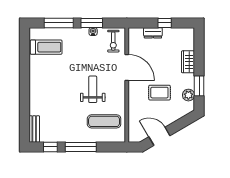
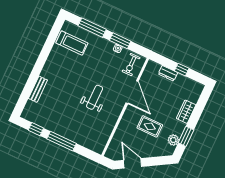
exercise mat: (104, 121) -> (91, 129), removed
bench: (34, 129) -> (38, 89), moved

